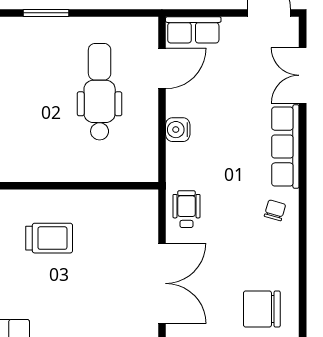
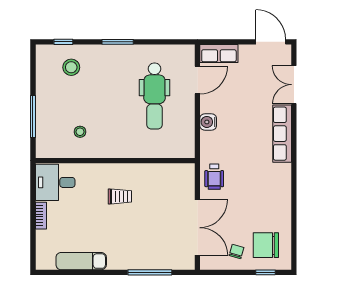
dental chair: (100, 92) -> (155, 96), turned 180
wheelchair: (186, 209) -> (214, 177), turned 180
chair: (275, 210) -> (237, 252), moved
trolley: (49, 238) -> (120, 196), width x0.73, depth x0.72

